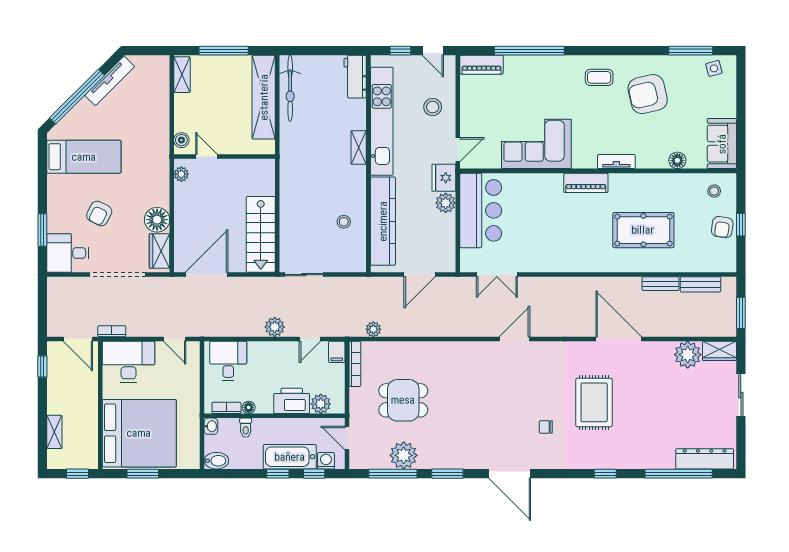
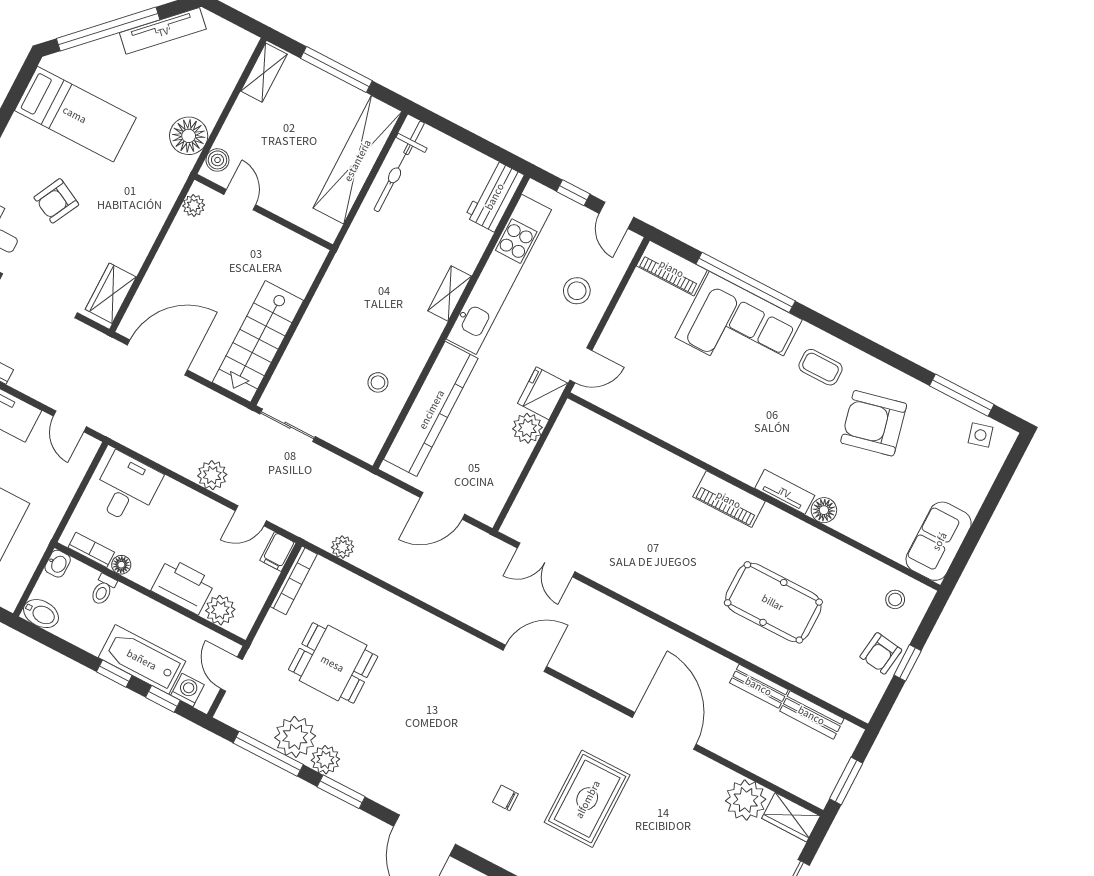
corner sofa: (536, 144) -> (739, 329), moved, turned 180
floor lamp: (677, 160) -> (824, 510), moved
bar counter: (481, 210) -> (569, 463), removed
floor lamp: (157, 220) -> (189, 136), moved
plant: (428, 460) -> (325, 760), added

